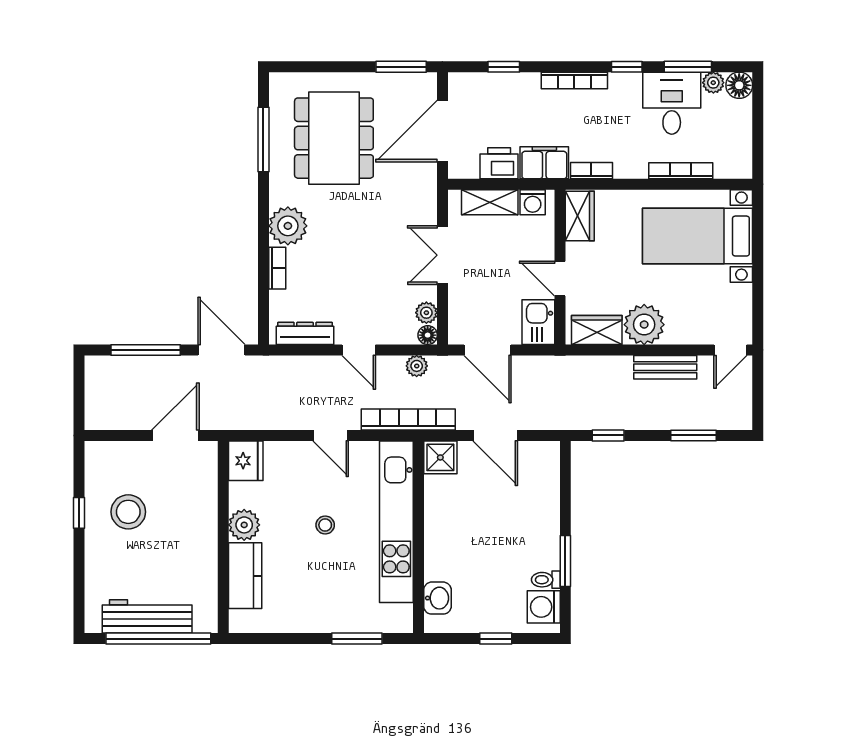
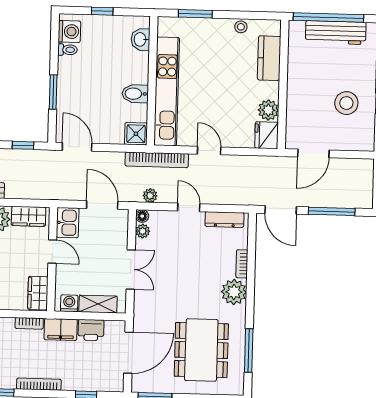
door: (495, 435) -> (77, 147), moved
bidet: (443, 517) -> (135, 94), added
plant: (244, 525) -> (268, 110), moved
stool: (325, 525) -> (241, 27), moved
window: (565, 561) -> (53, 92), moved

